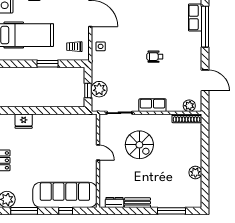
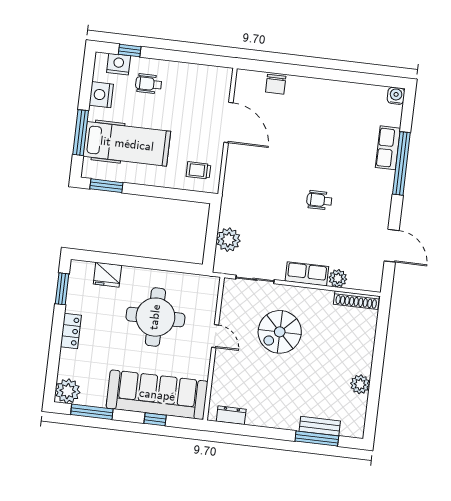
side table: (101, 46) -> (238, 175), removed
window: (47, 64) -> (106, 186), moved
window: (88, 90) -> (211, 240), removed
plant: (189, 106) -> (338, 278), moved
round table: (58, 145) -> (155, 317), added
spiral stairs: (139, 145) -> (280, 332), turned 90
bench: (137, 203) -> (320, 426), moved

